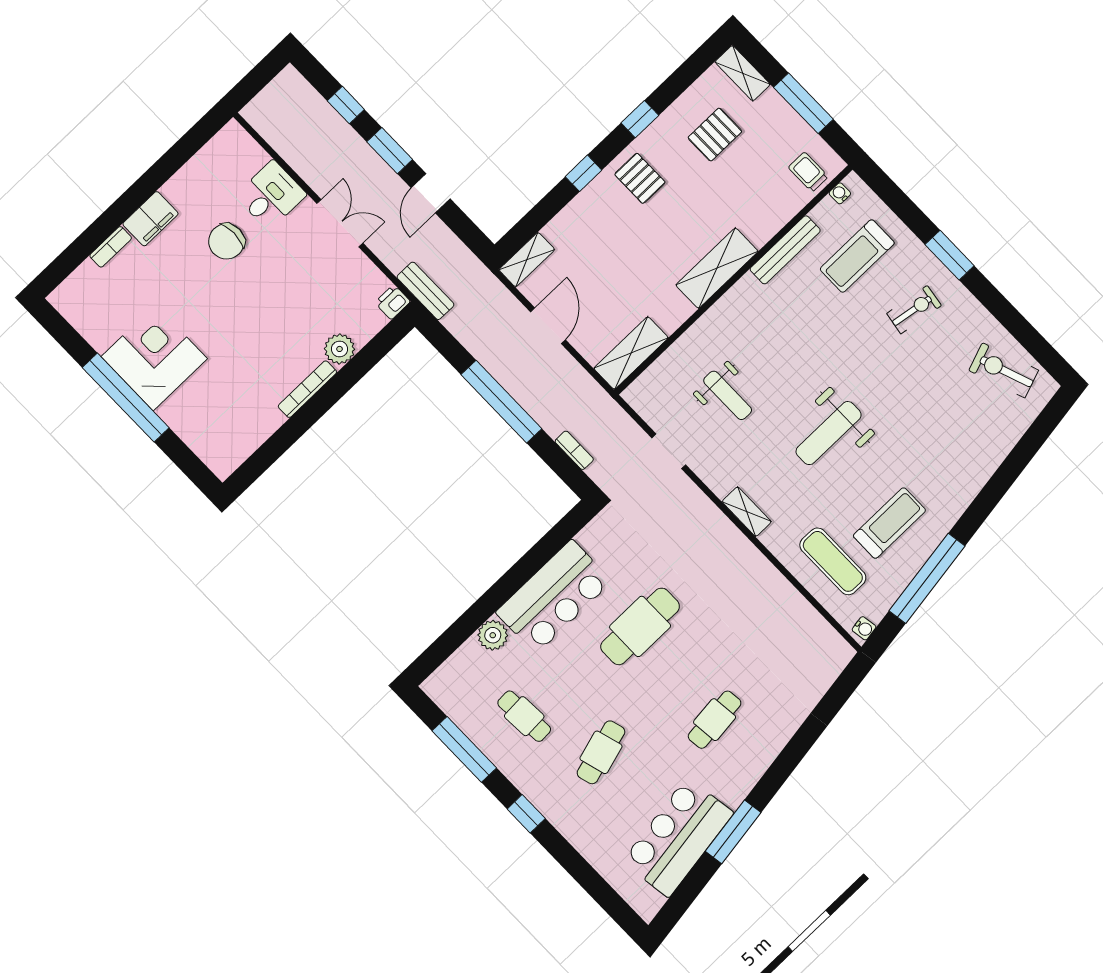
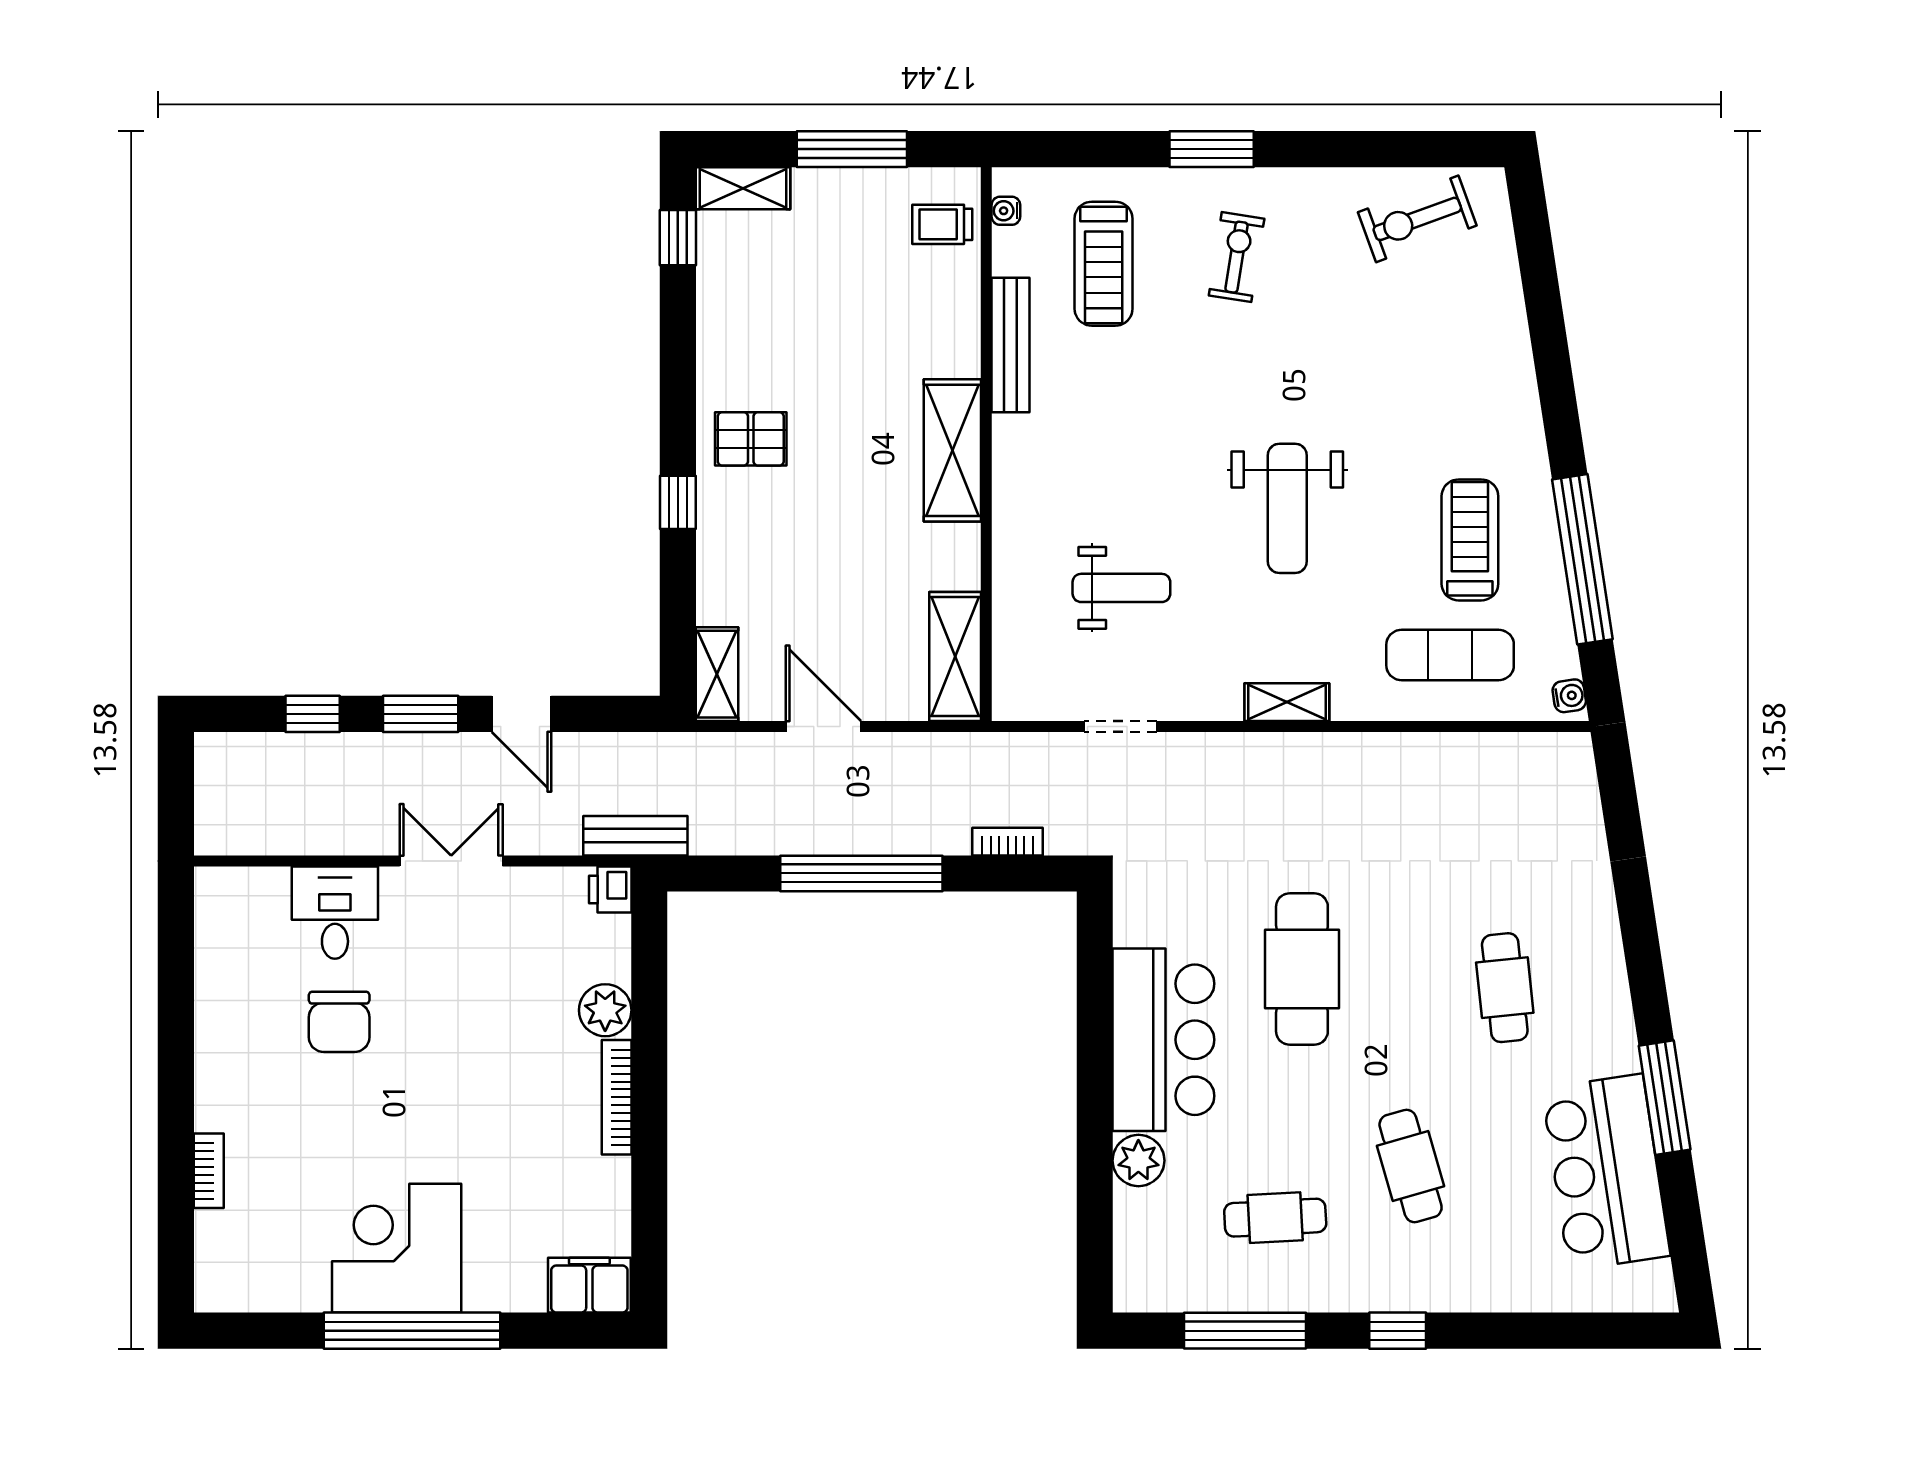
window: (640, 119) -> (678, 238), moved
pallet: (715, 135) -> (786, 295), removed
filing cabinet: (150, 219) -> (589, 1285), moved, turned -90

